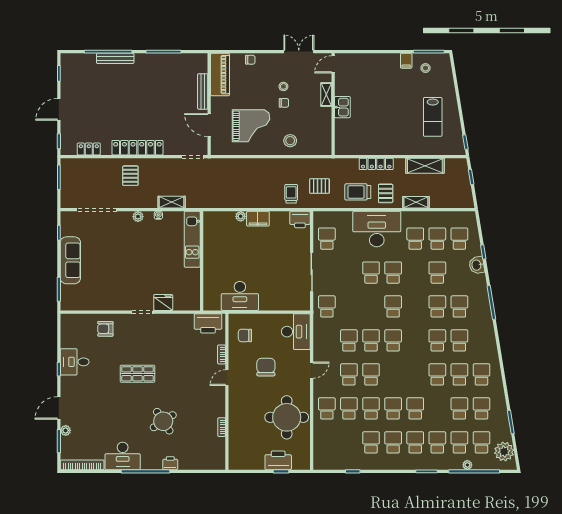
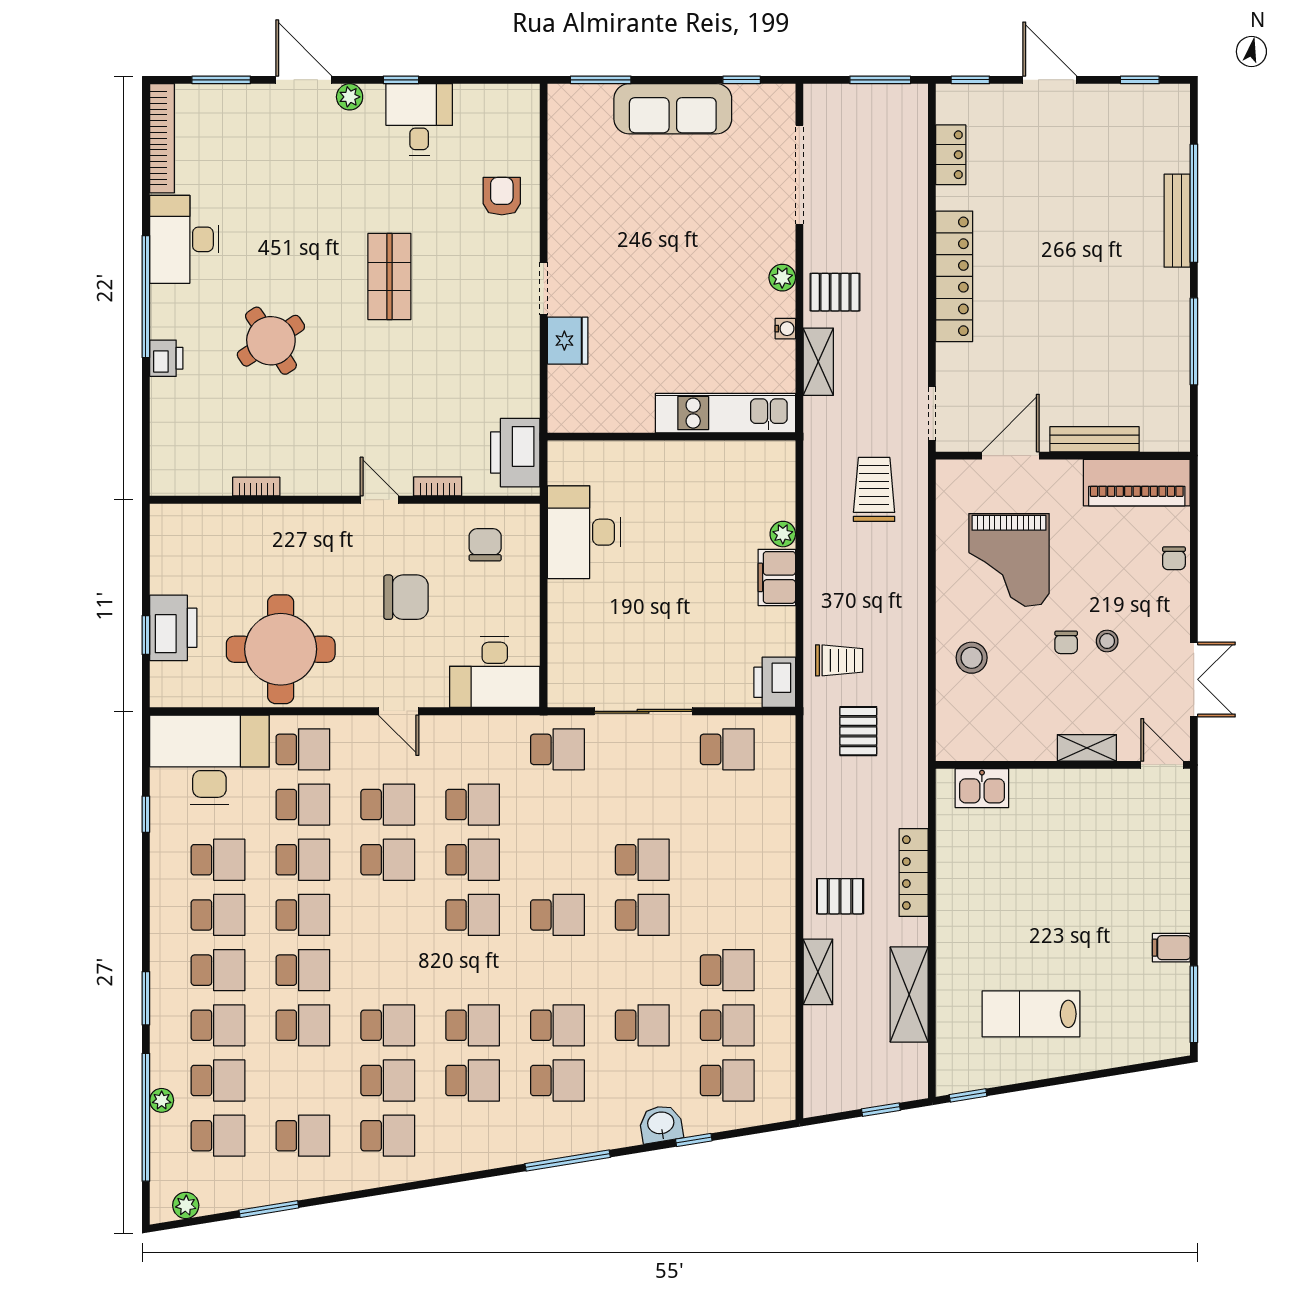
stool: (426, 68) -> (1153, 996), removed
kitchen sink: (342, 107) -> (982, 788), moved
pallet: (130, 176) -> (835, 292), moved
trolley: (358, 192) -> (874, 489), moved
desk: (377, 229) -> (209, 760), moved, turned -90
school desk: (459, 408) -> (303, 1025), moved
plant: (66, 430) -> (350, 97), moved
plant: (504, 452) -> (186, 1205), width x0.53, depth x0.53

